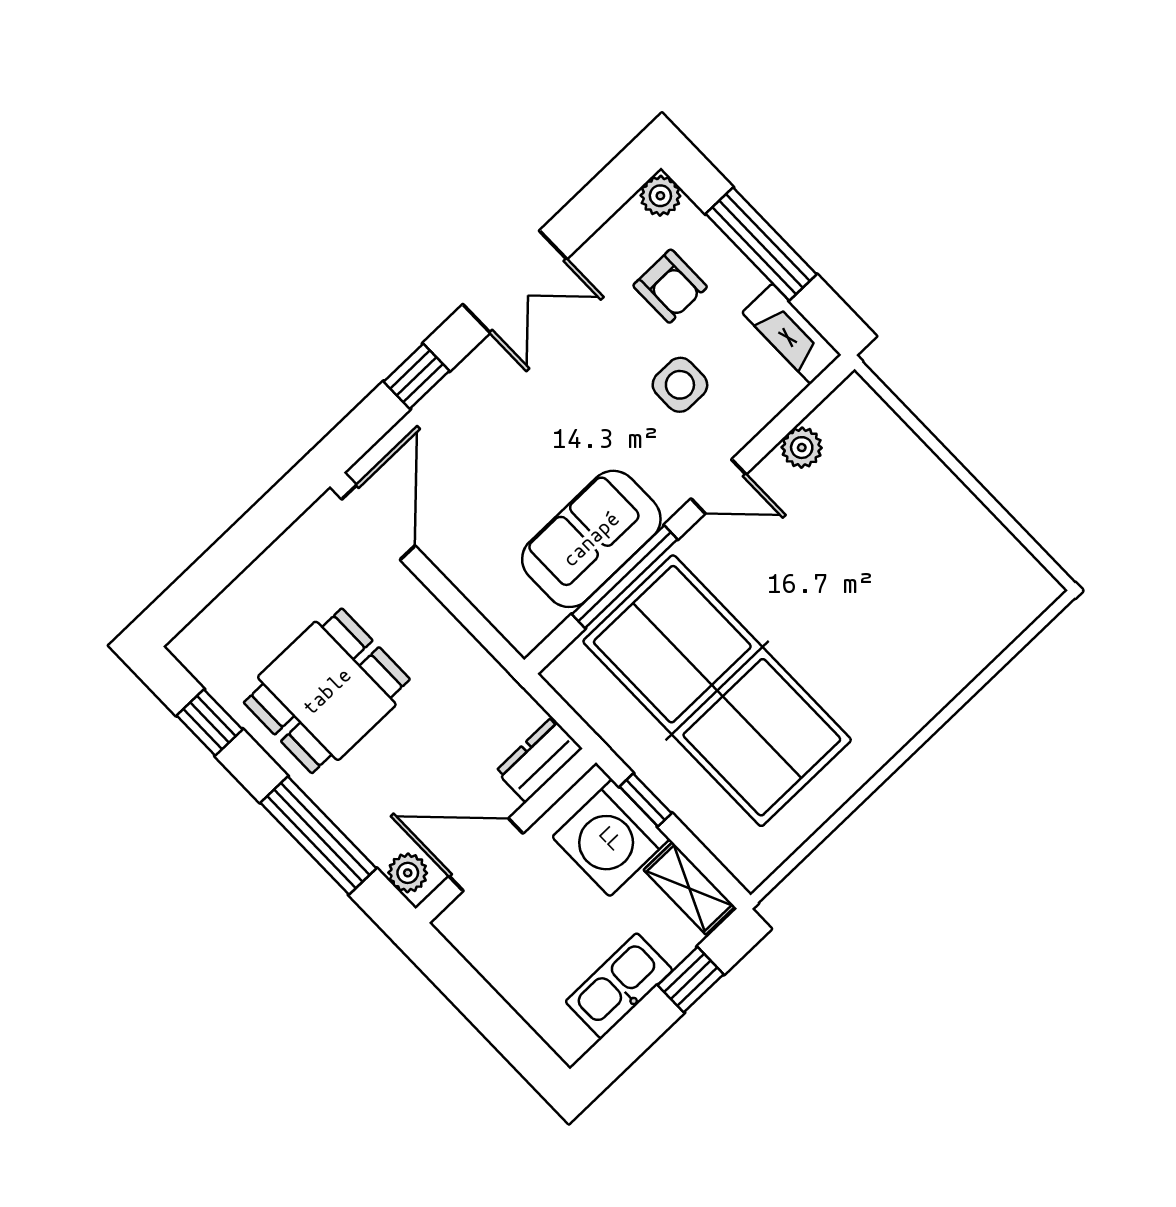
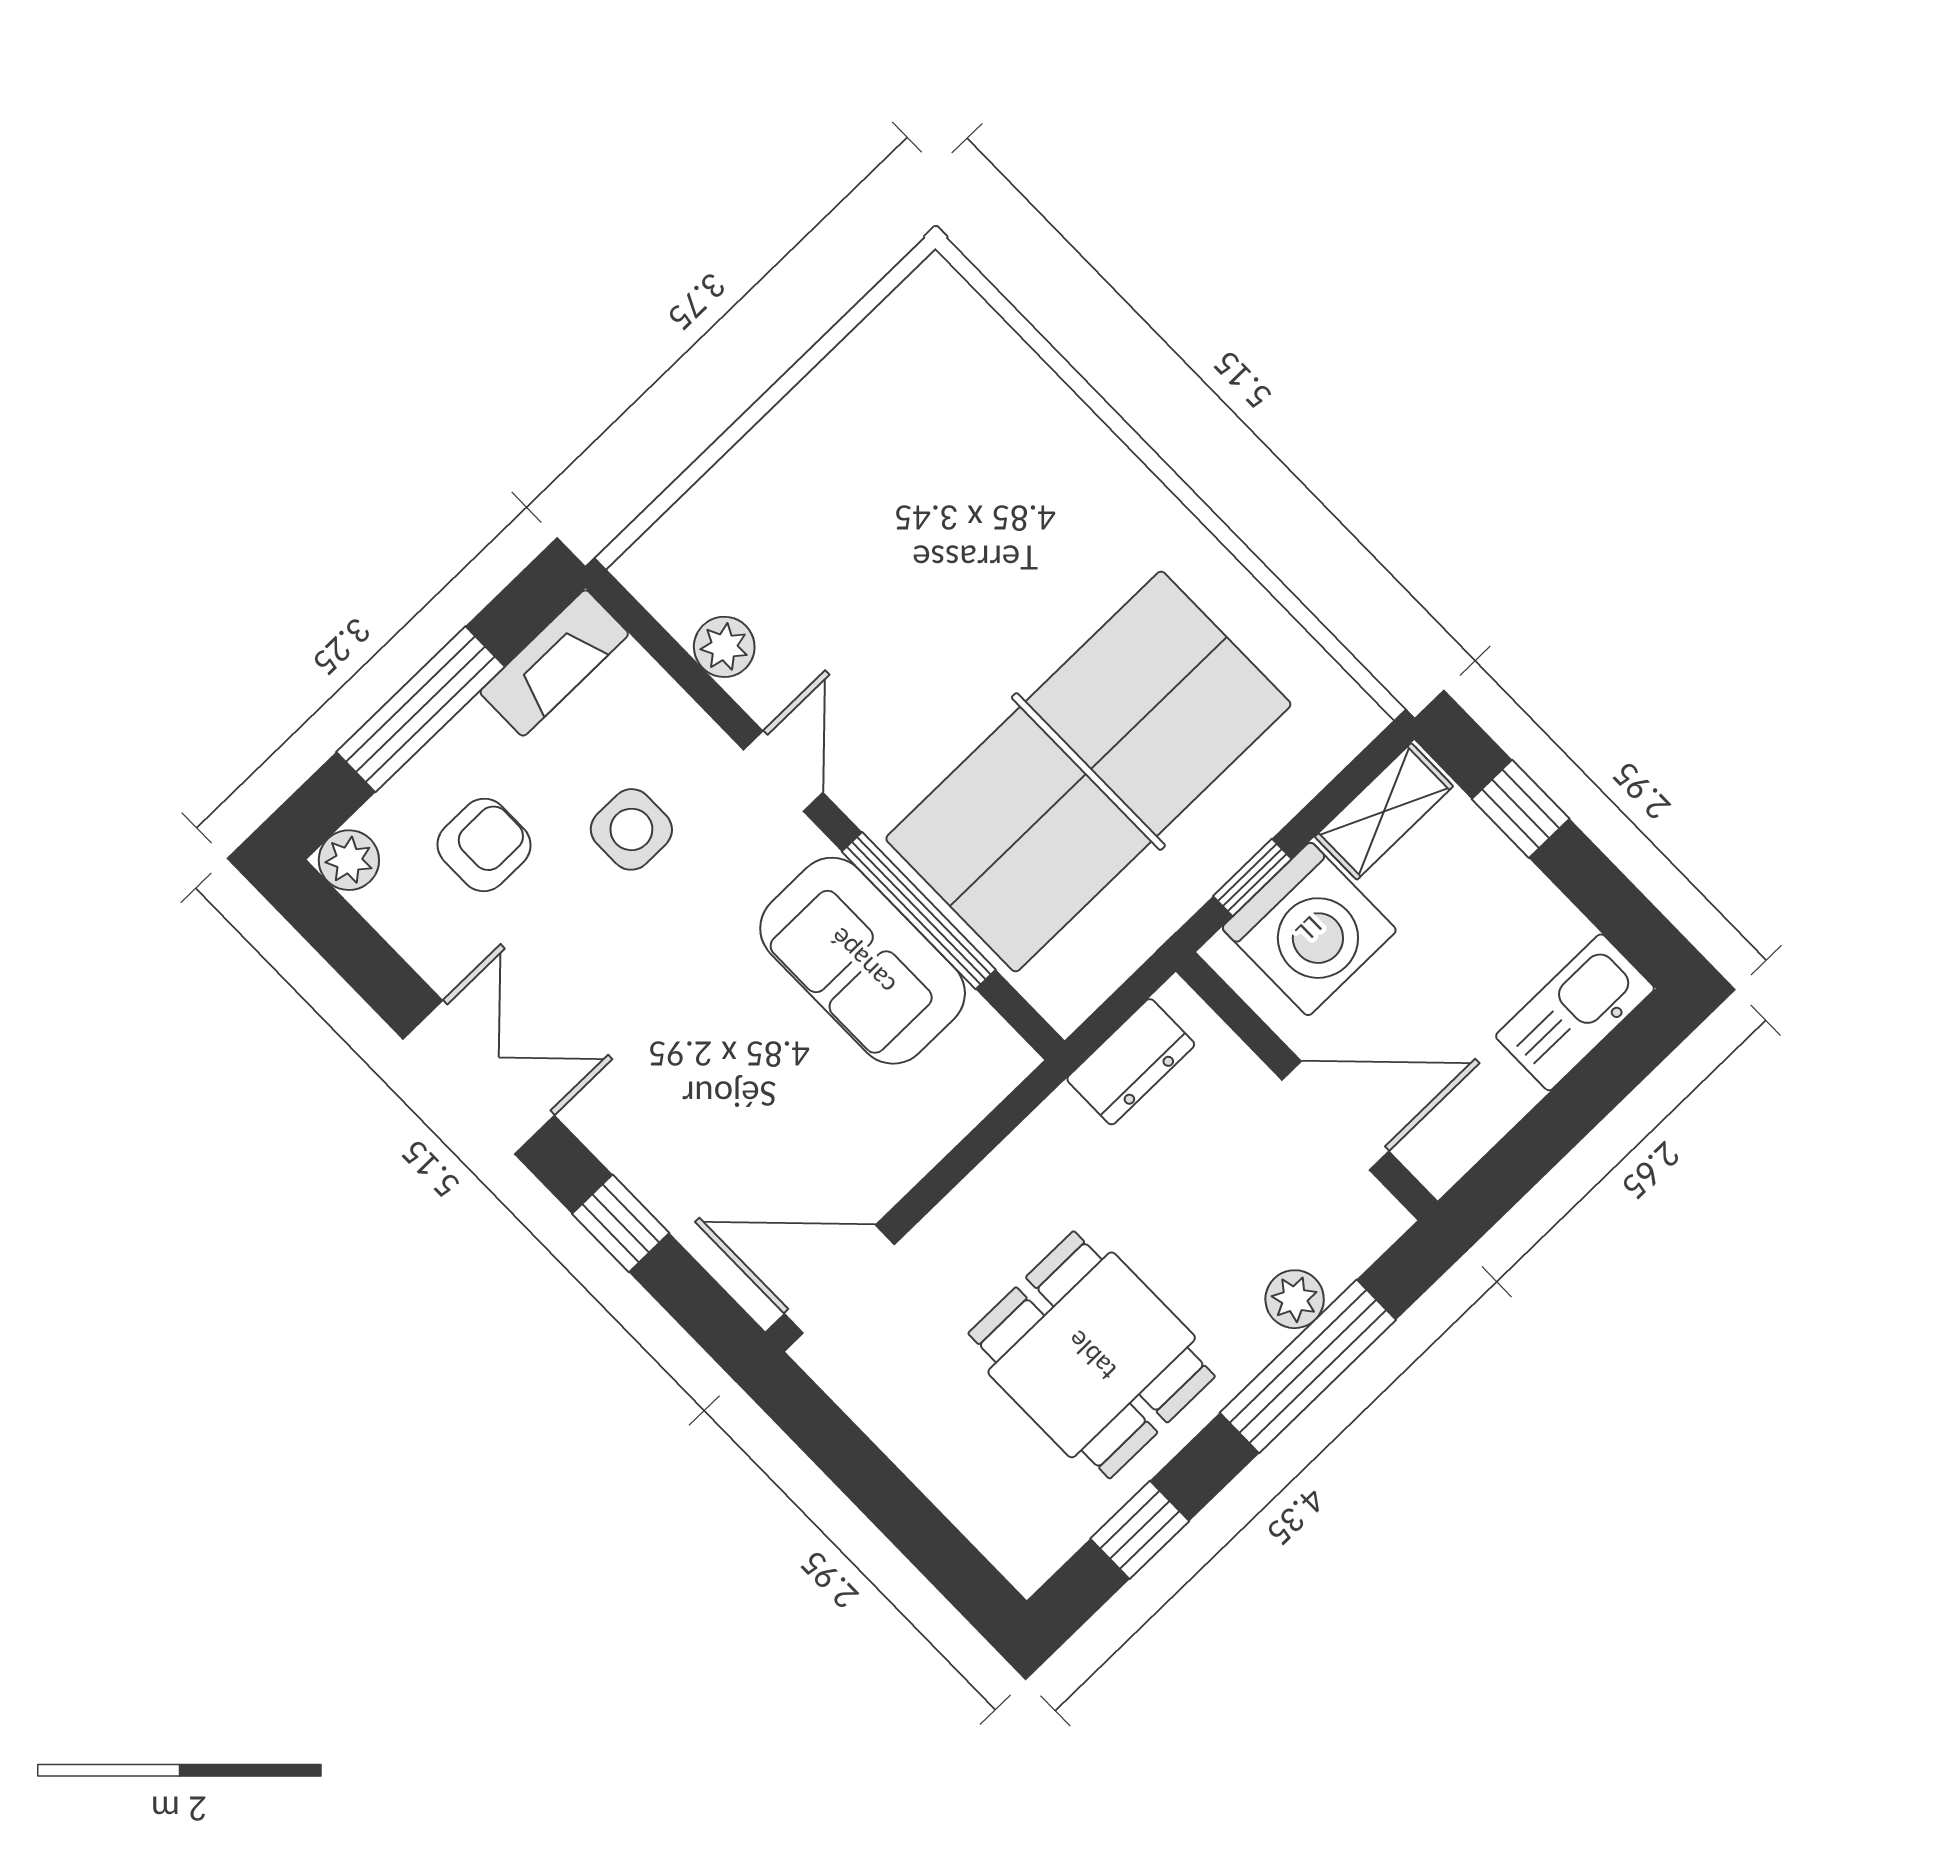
dresser: (539, 760) -> (1131, 1062), moved, turned -90
door: (486, 855) -> (1335, 1116), swing flipped
plant: (408, 873) -> (1295, 1299), moved
kitchen sink: (619, 986) -> (1575, 1012), moved, turned 90

